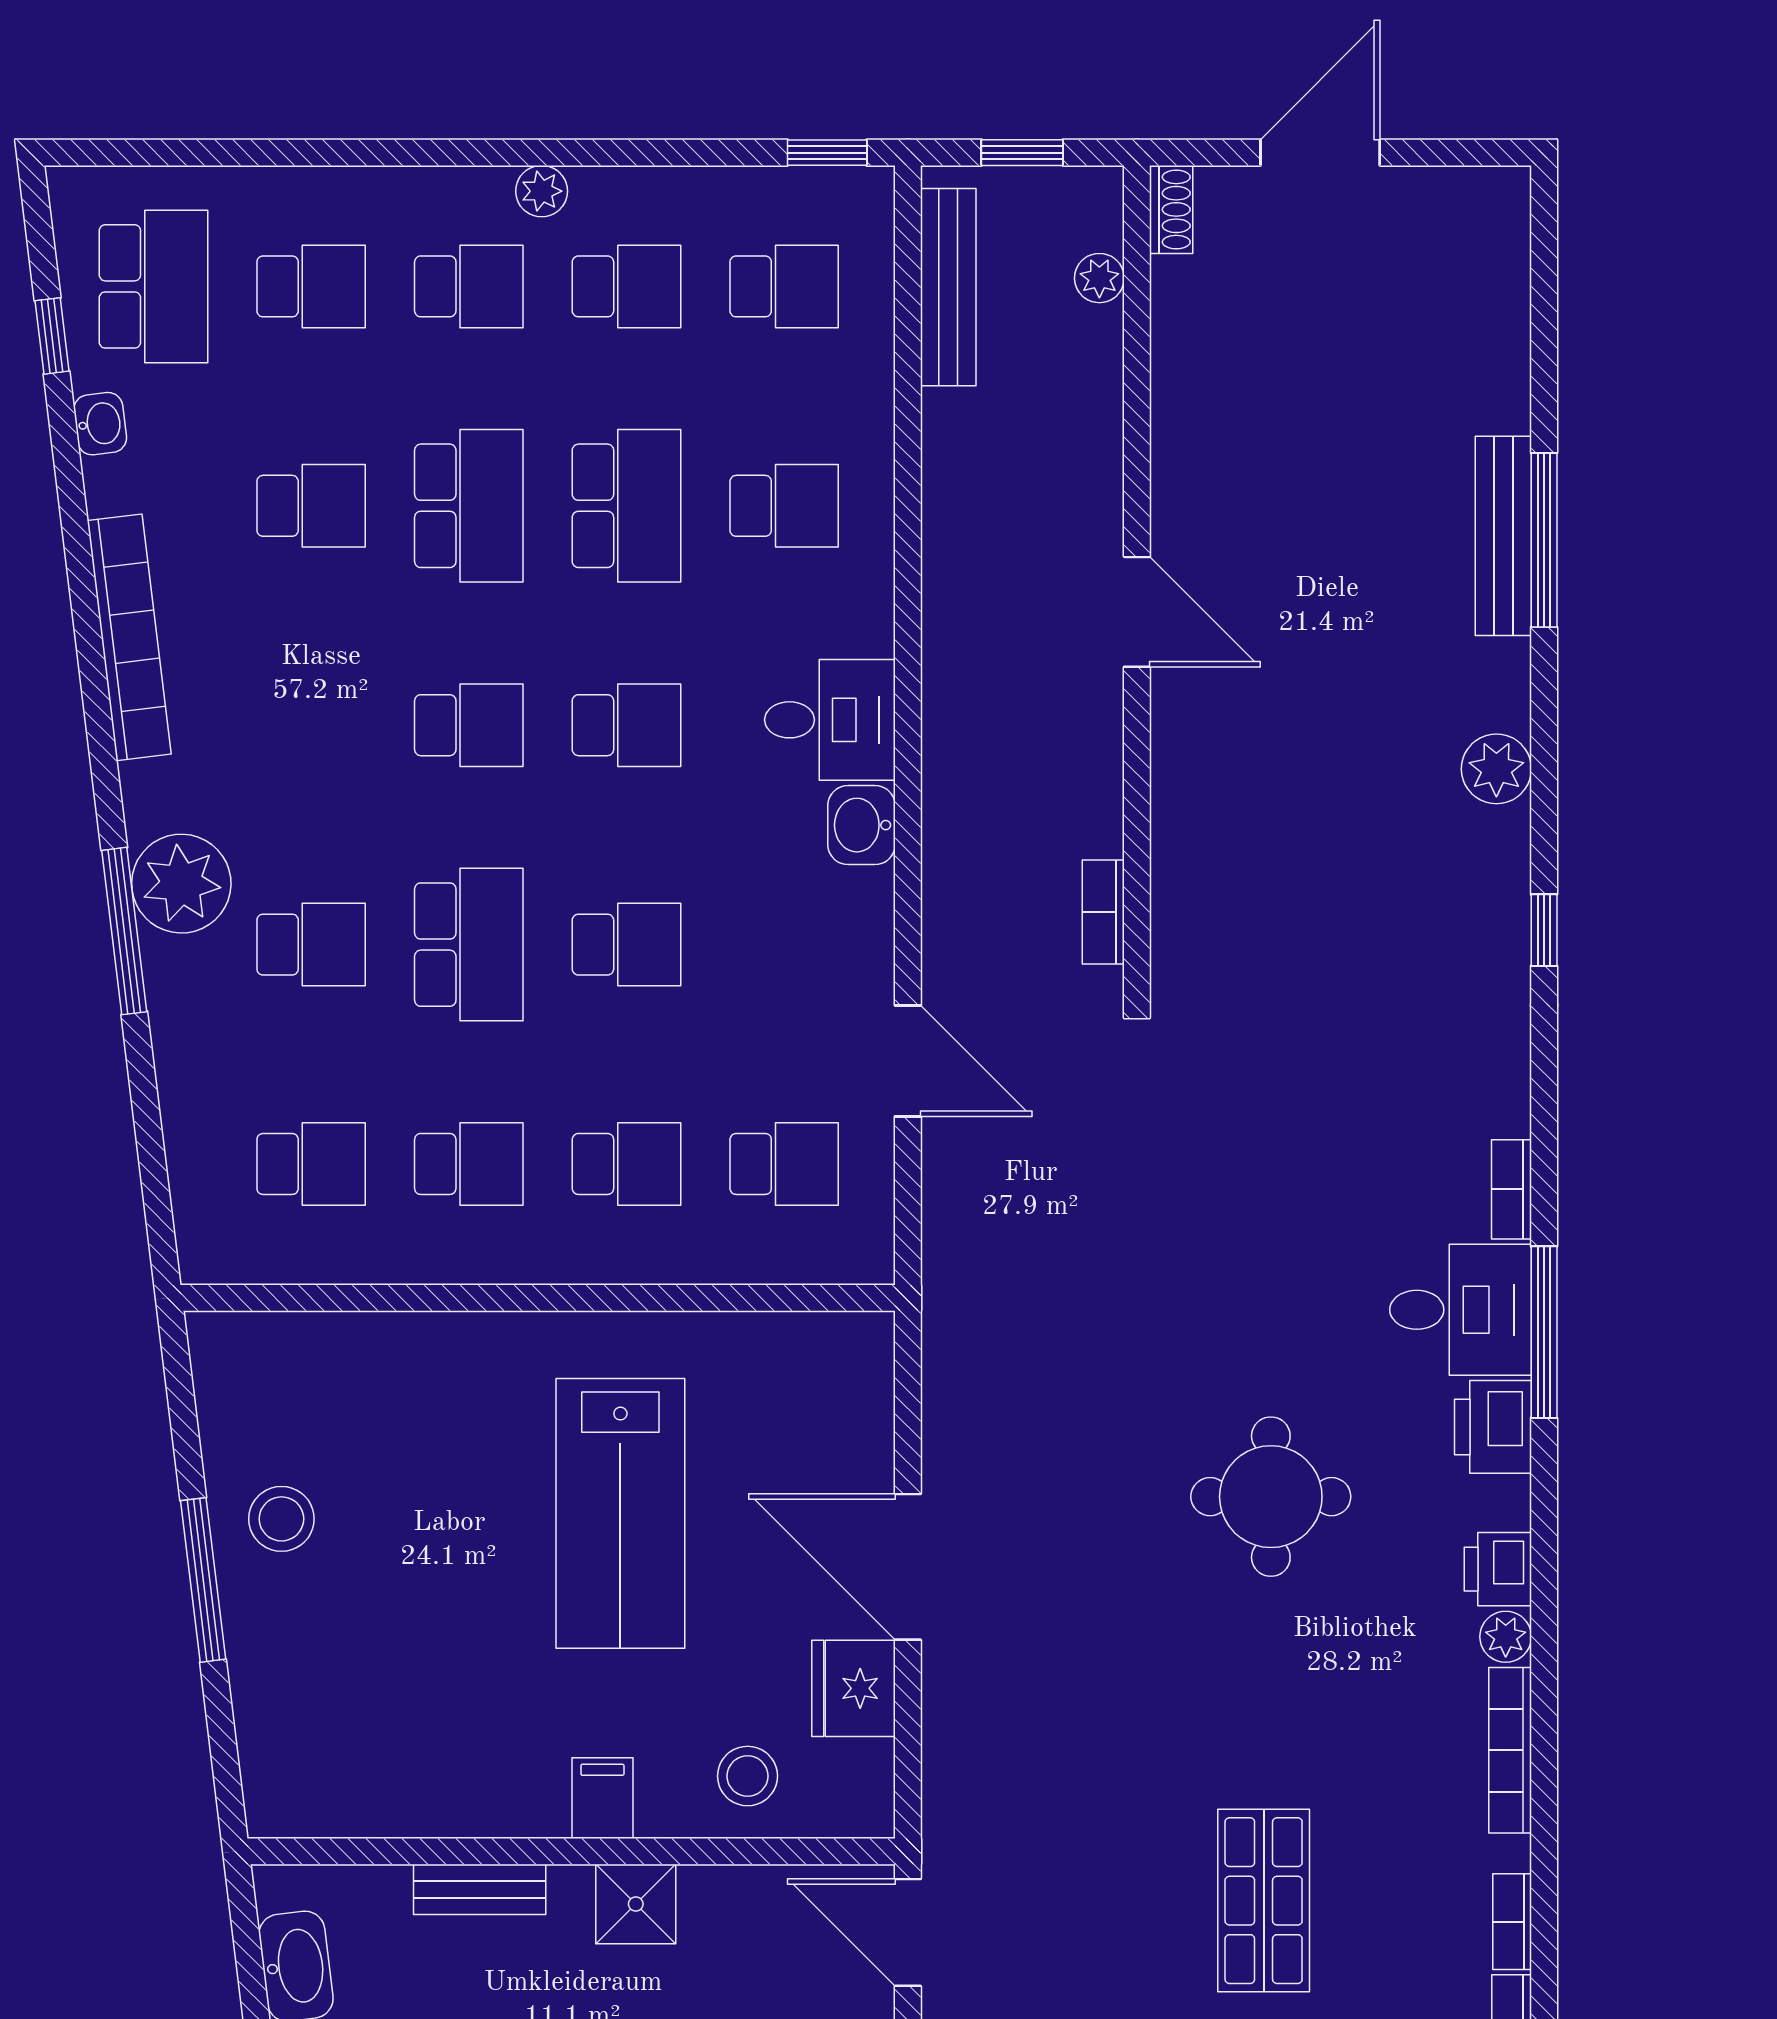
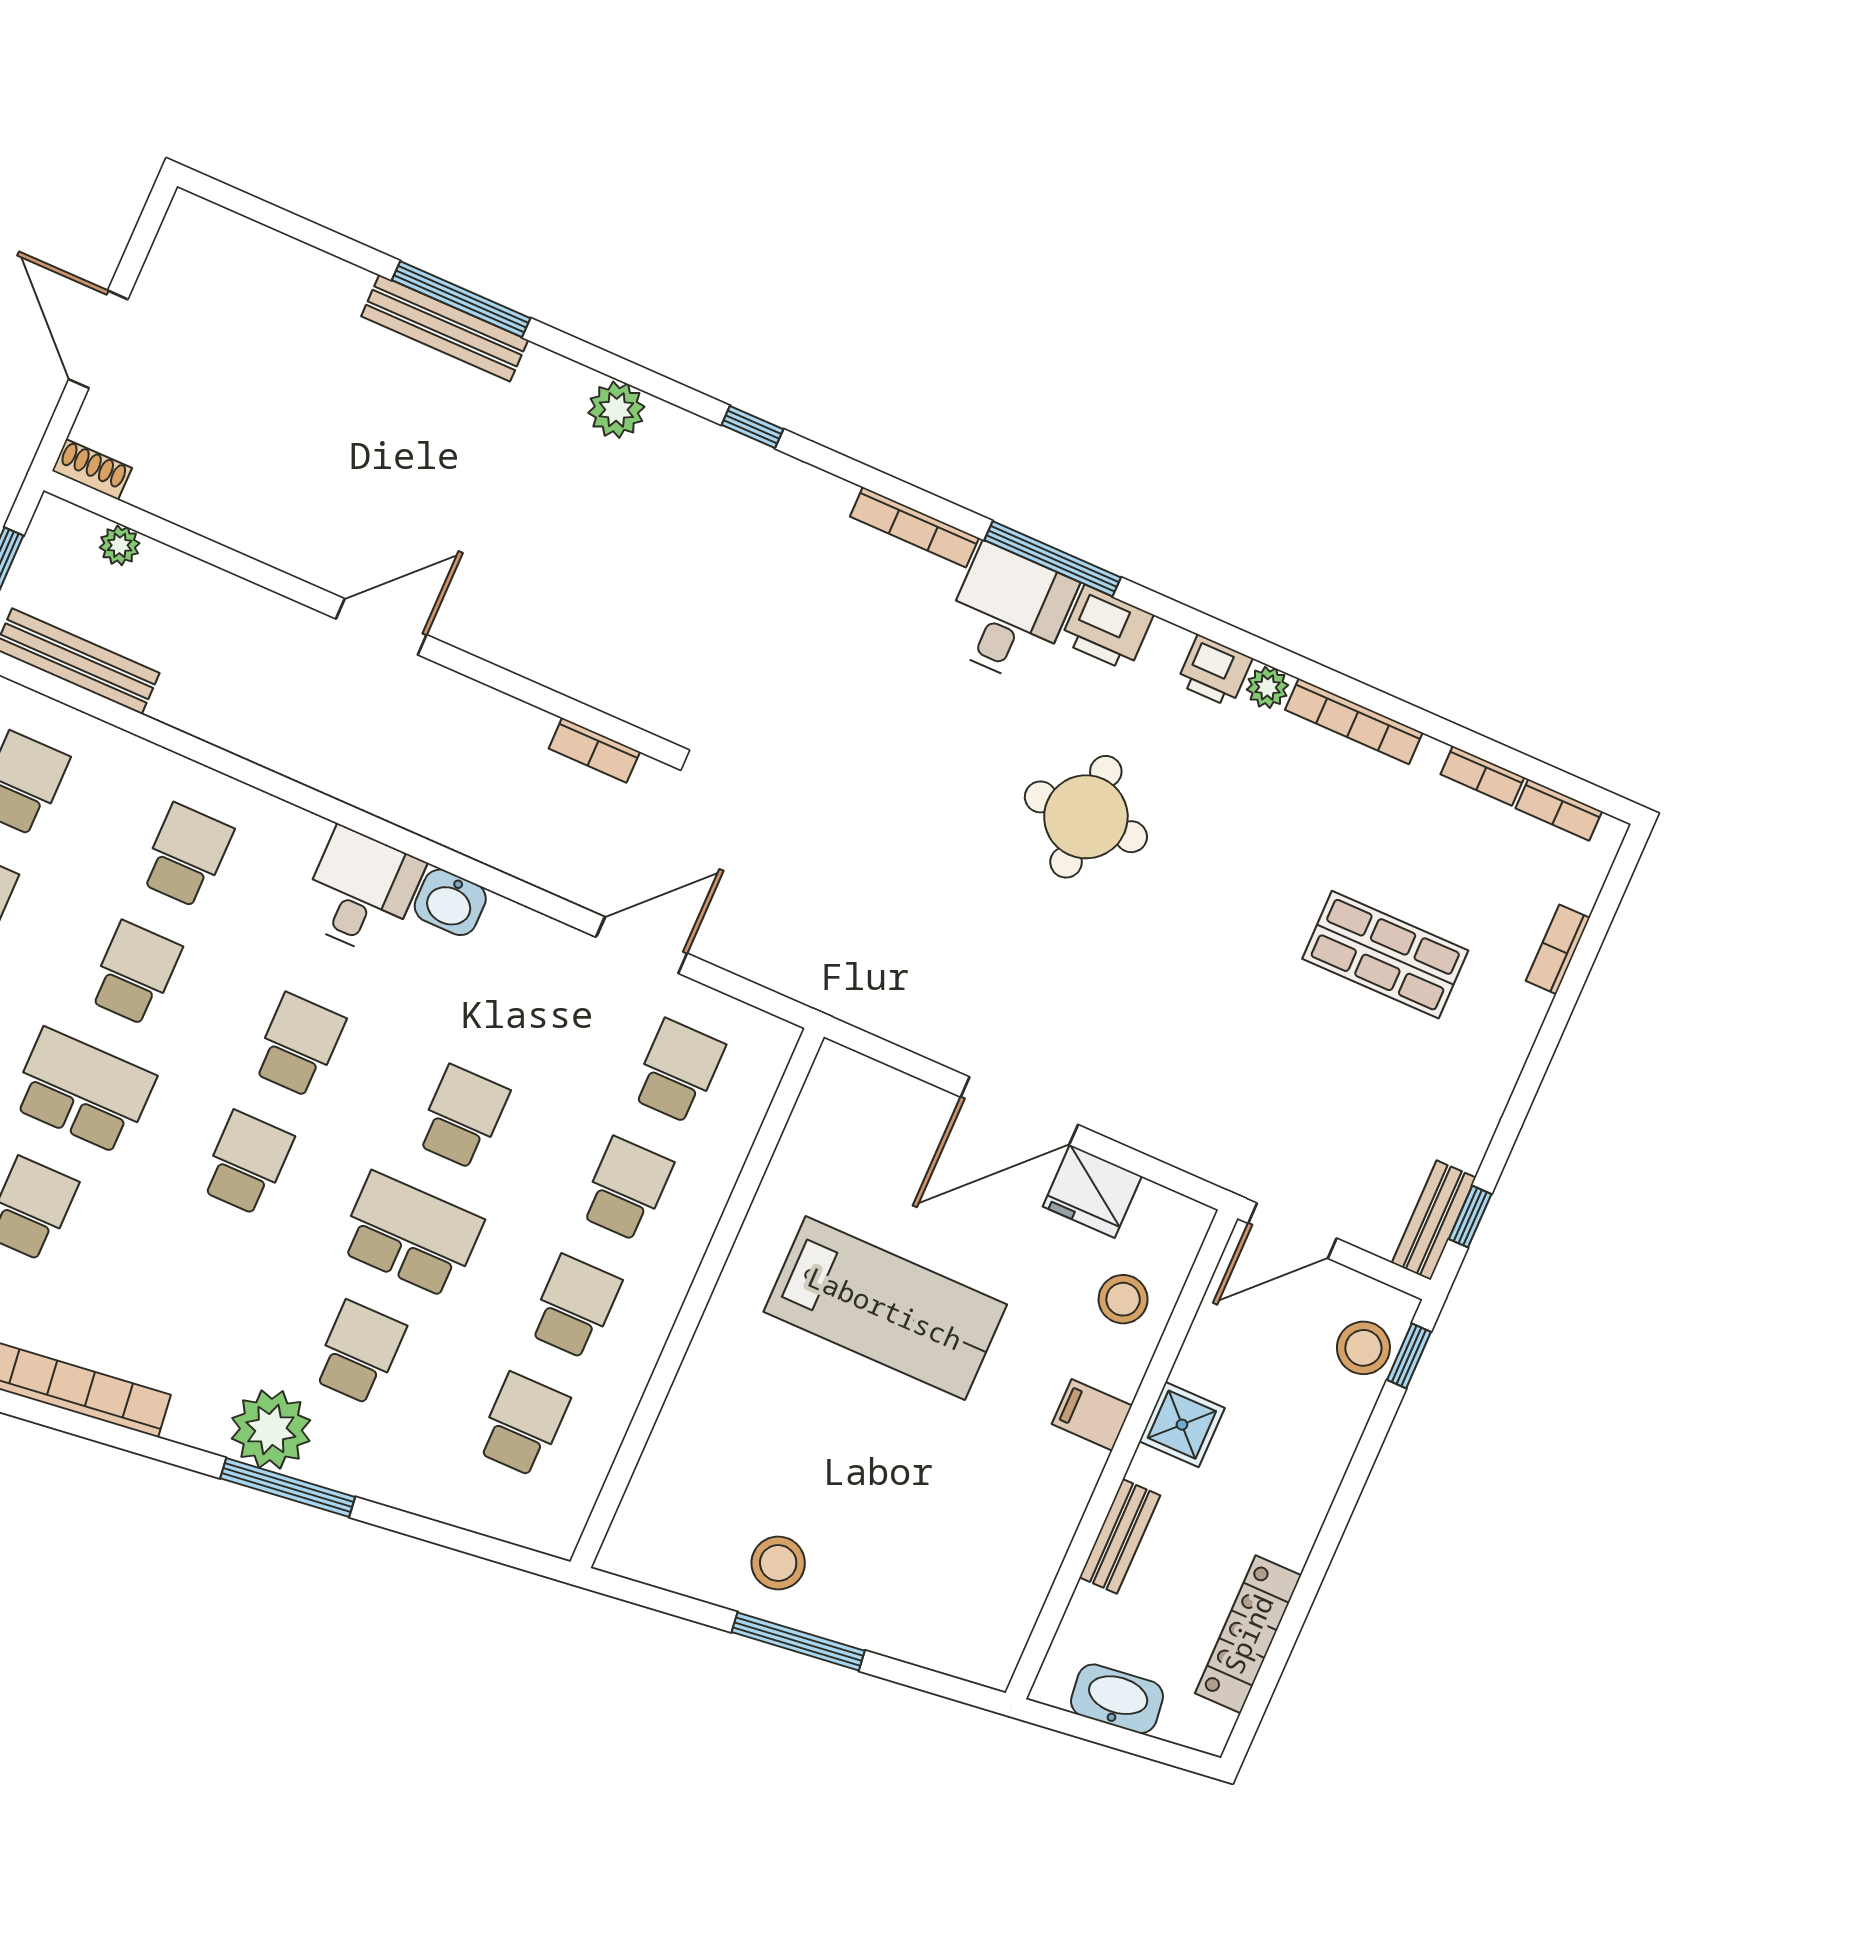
school desk: (626, 506) -> (135, 973), width x0.54
bookcase: (1511, 1189) -> (914, 527), width x1.56

